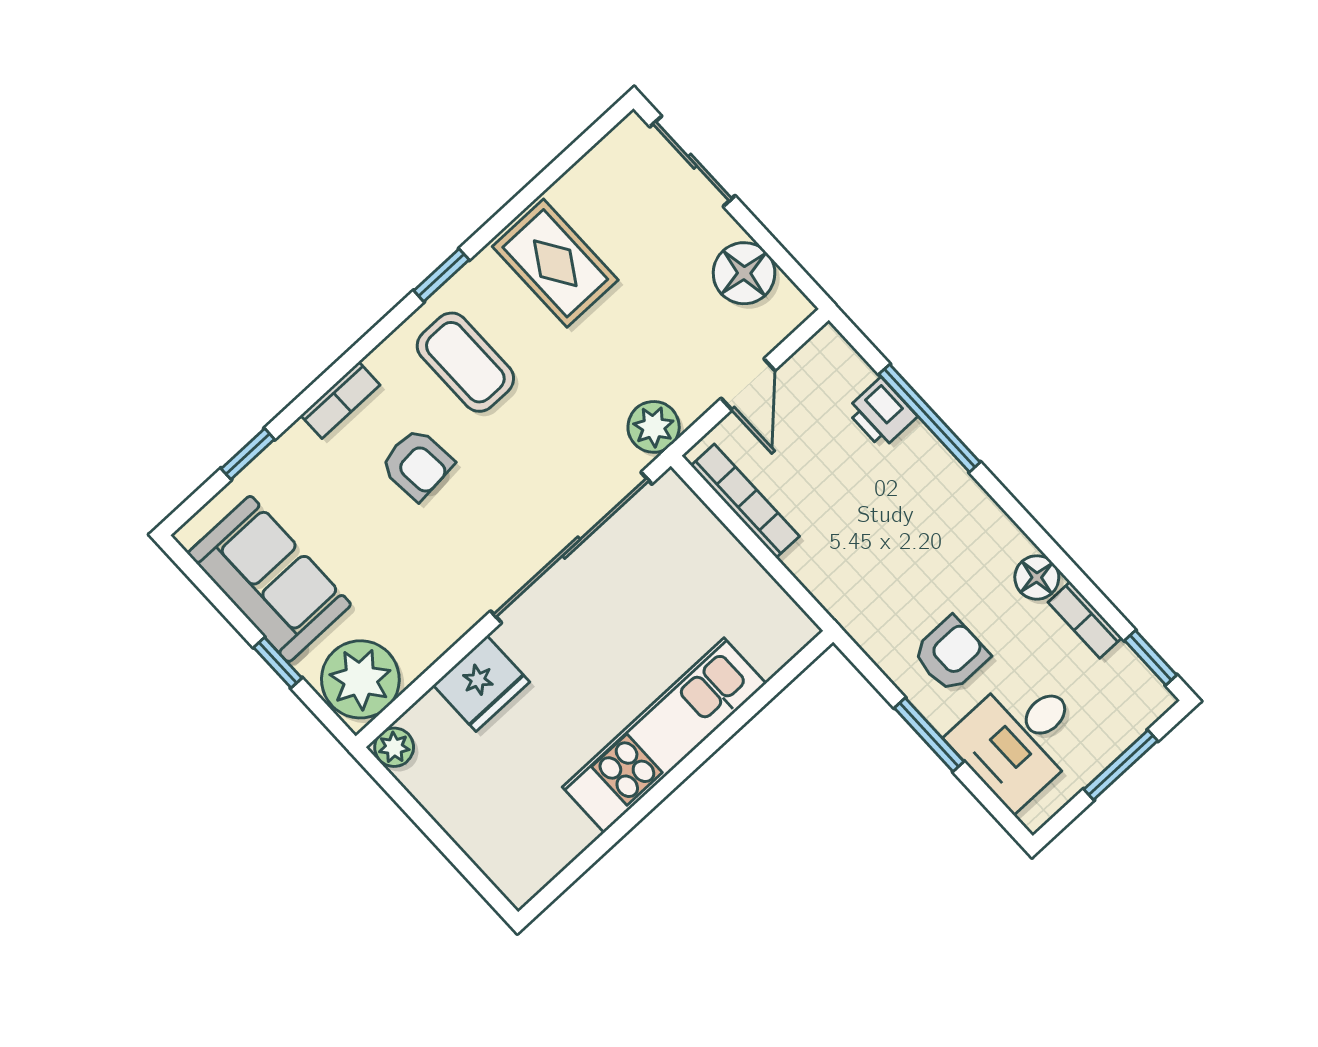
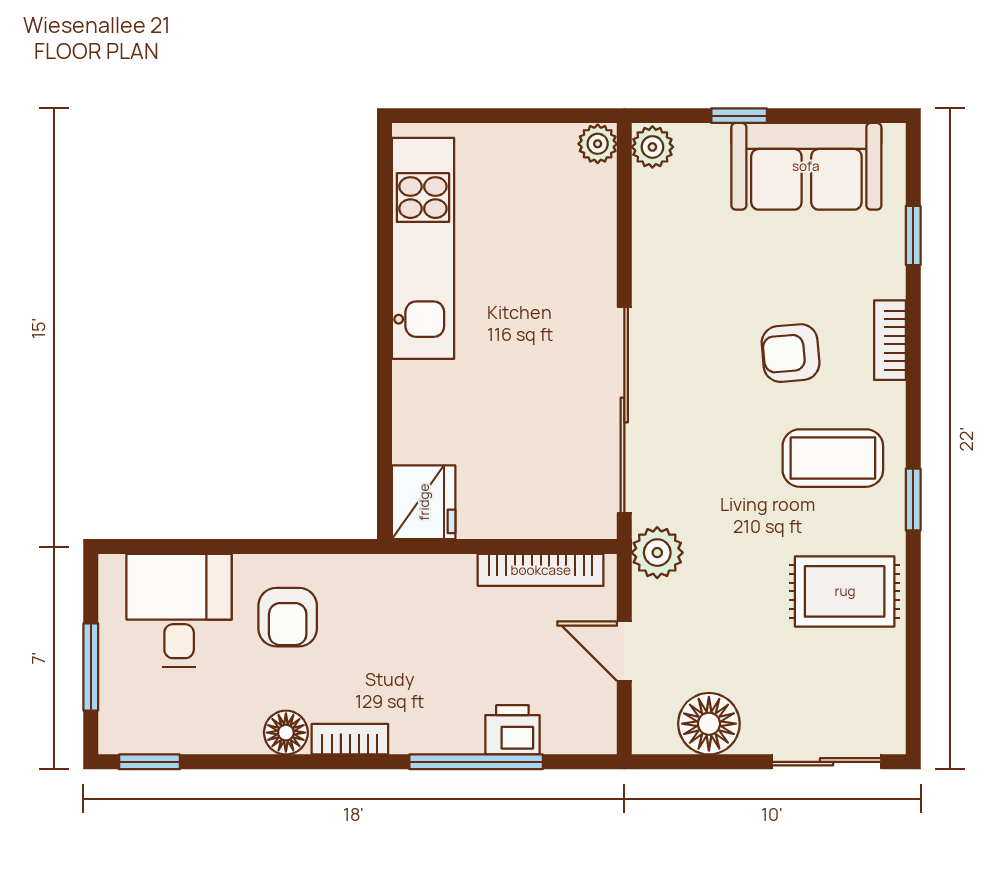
bookcase: (1085, 620) -> (350, 739), moved
plant: (360, 679) -> (652, 147), width x0.53, depth x0.53
fridge: (481, 684) -> (424, 502), moved, turned 180
kitchen unit: (664, 735) -> (423, 248), moved
window: (929, 735) -> (243, 546), removed

